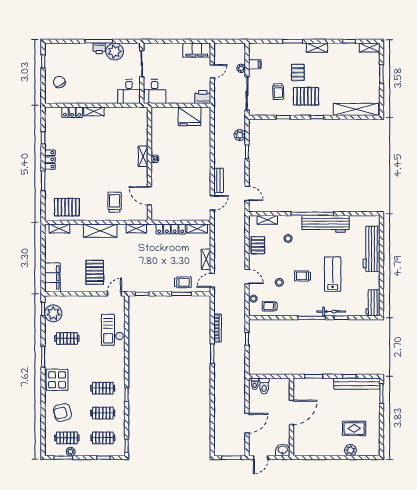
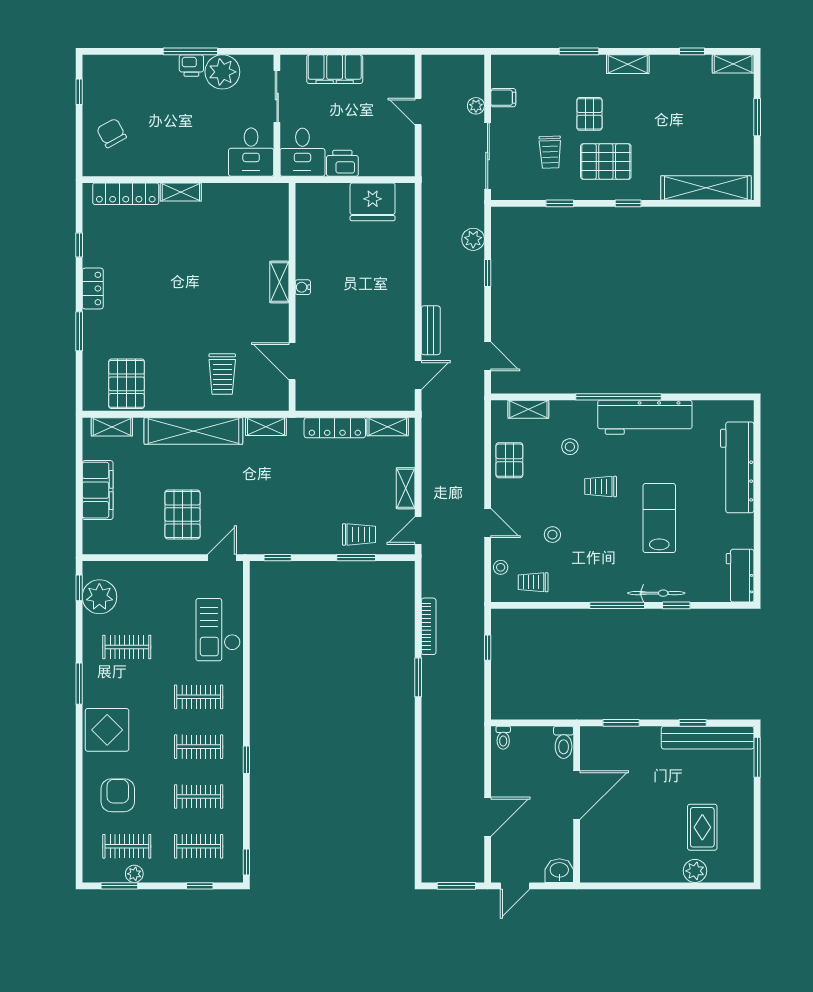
filing cabinet: (197, 50) -> (335, 69), moved
door: (212, 71) -> (418, 112), swing flipped
printer: (203, 97) -> (342, 163), moved
locker: (72, 112) -> (126, 194), width x1.53
trolley: (115, 202) -> (222, 374), turned 180
pallet: (67, 207) -> (127, 384), turned 90
shelving: (100, 231) -> (193, 431), width x1.47
trolley: (303, 276) -> (601, 487), moved
filing cabinet: (52, 278) -> (98, 490), moved
clothes rail: (103, 363) -> (199, 697), added
toilet: (264, 386) -> (564, 742), moved
armchair: (62, 412) -> (118, 795), turned 104
rug: (354, 428) -> (702, 827), turned 90

